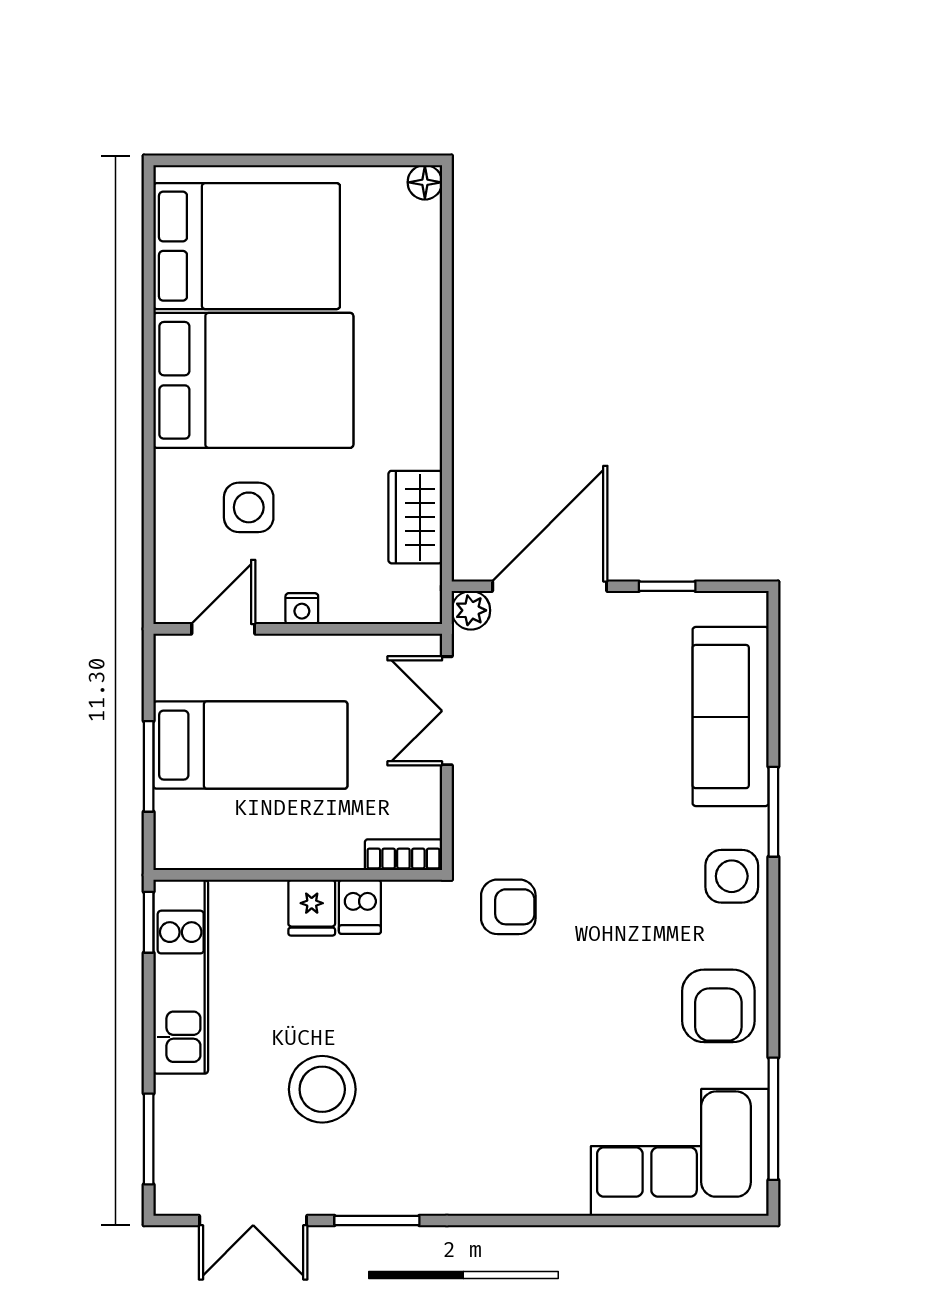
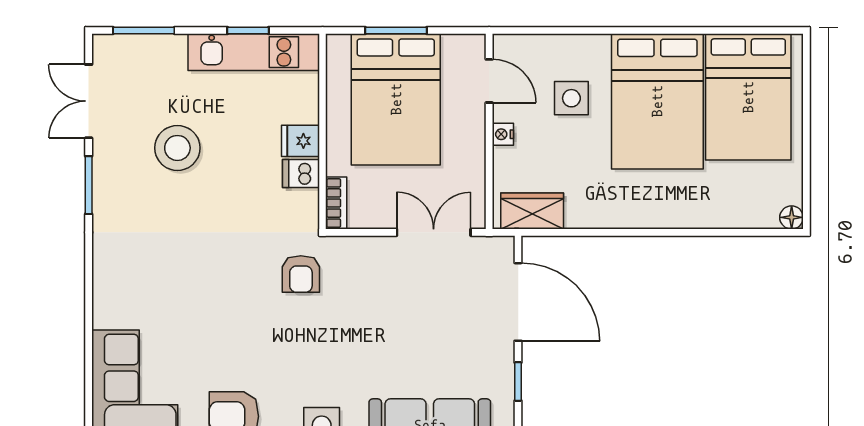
wardrobe: (415, 517) -> (532, 211), moved
plant: (471, 610) -> (502, 249), removed
bed: (250, 745) -> (396, 99), width x1.50
window: (149, 922) -> (248, 30), moved

